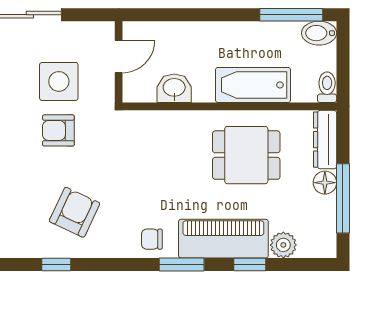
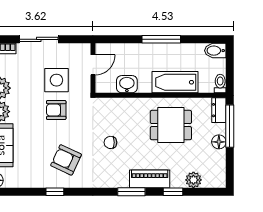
window: (291, 15) -> (161, 39), moved
dresser: (325, 140) -> (219, 110), width x0.70
window: (343, 198) -> (230, 126), moved
armchair: (75, 212) -> (66, 160), turned -90
chair: (152, 239) -> (110, 142), moved
piano: (223, 239) -> (150, 179), width x0.73, depth x0.75

